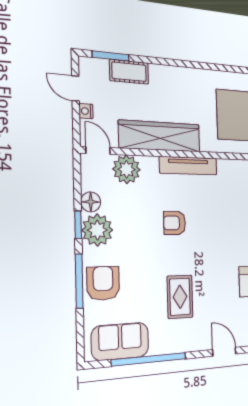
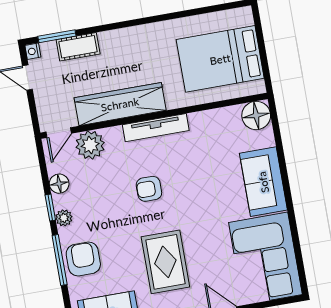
nightstand: (86, 111) -> (33, 51), moved
door: (98, 150) -> (59, 133), swing flipped
plant: (97, 230) -> (64, 218), width x0.53, depth x0.53
rug: (180, 297) -> (165, 262), width x1.36, depth x1.43

